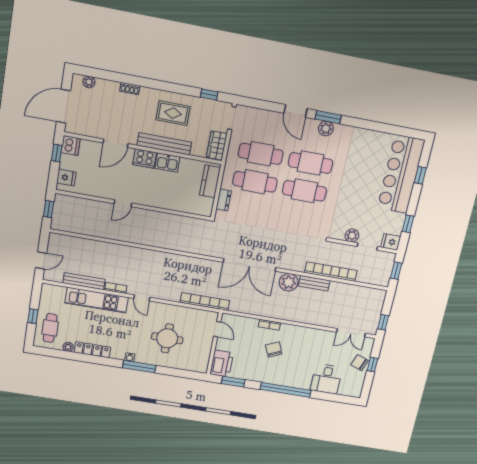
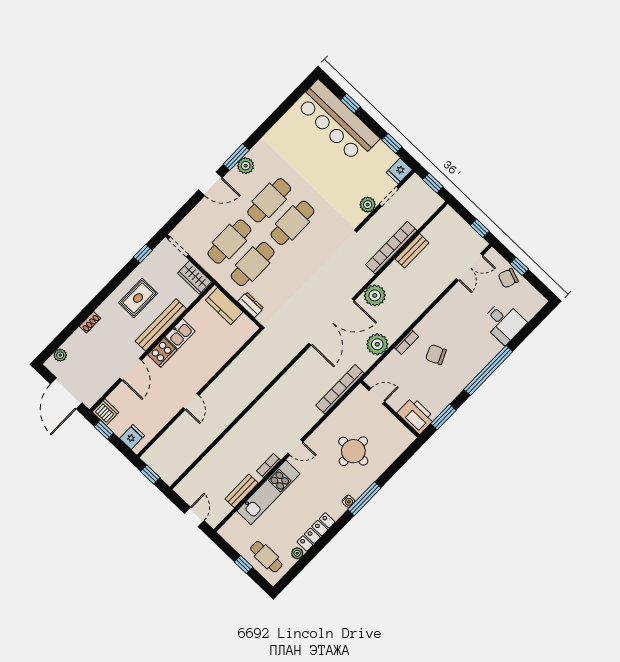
bench: (84, 281) -> (242, 491), width x0.73
bench: (314, 283) -> (412, 251), moved
plant: (254, 306) -> (377, 344), added

